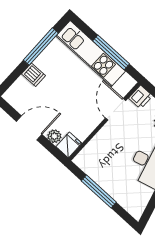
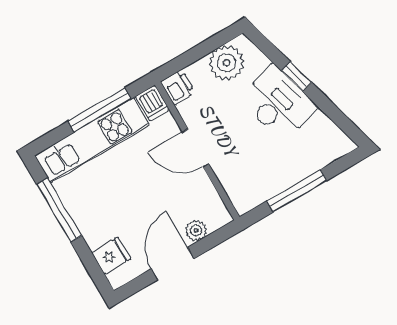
dishwasher: (33, 75) -> (152, 103), moved, turned 90
door: (116, 109) -> (196, 148), moved
fridge: (69, 145) -> (111, 256), moved, turned 90

